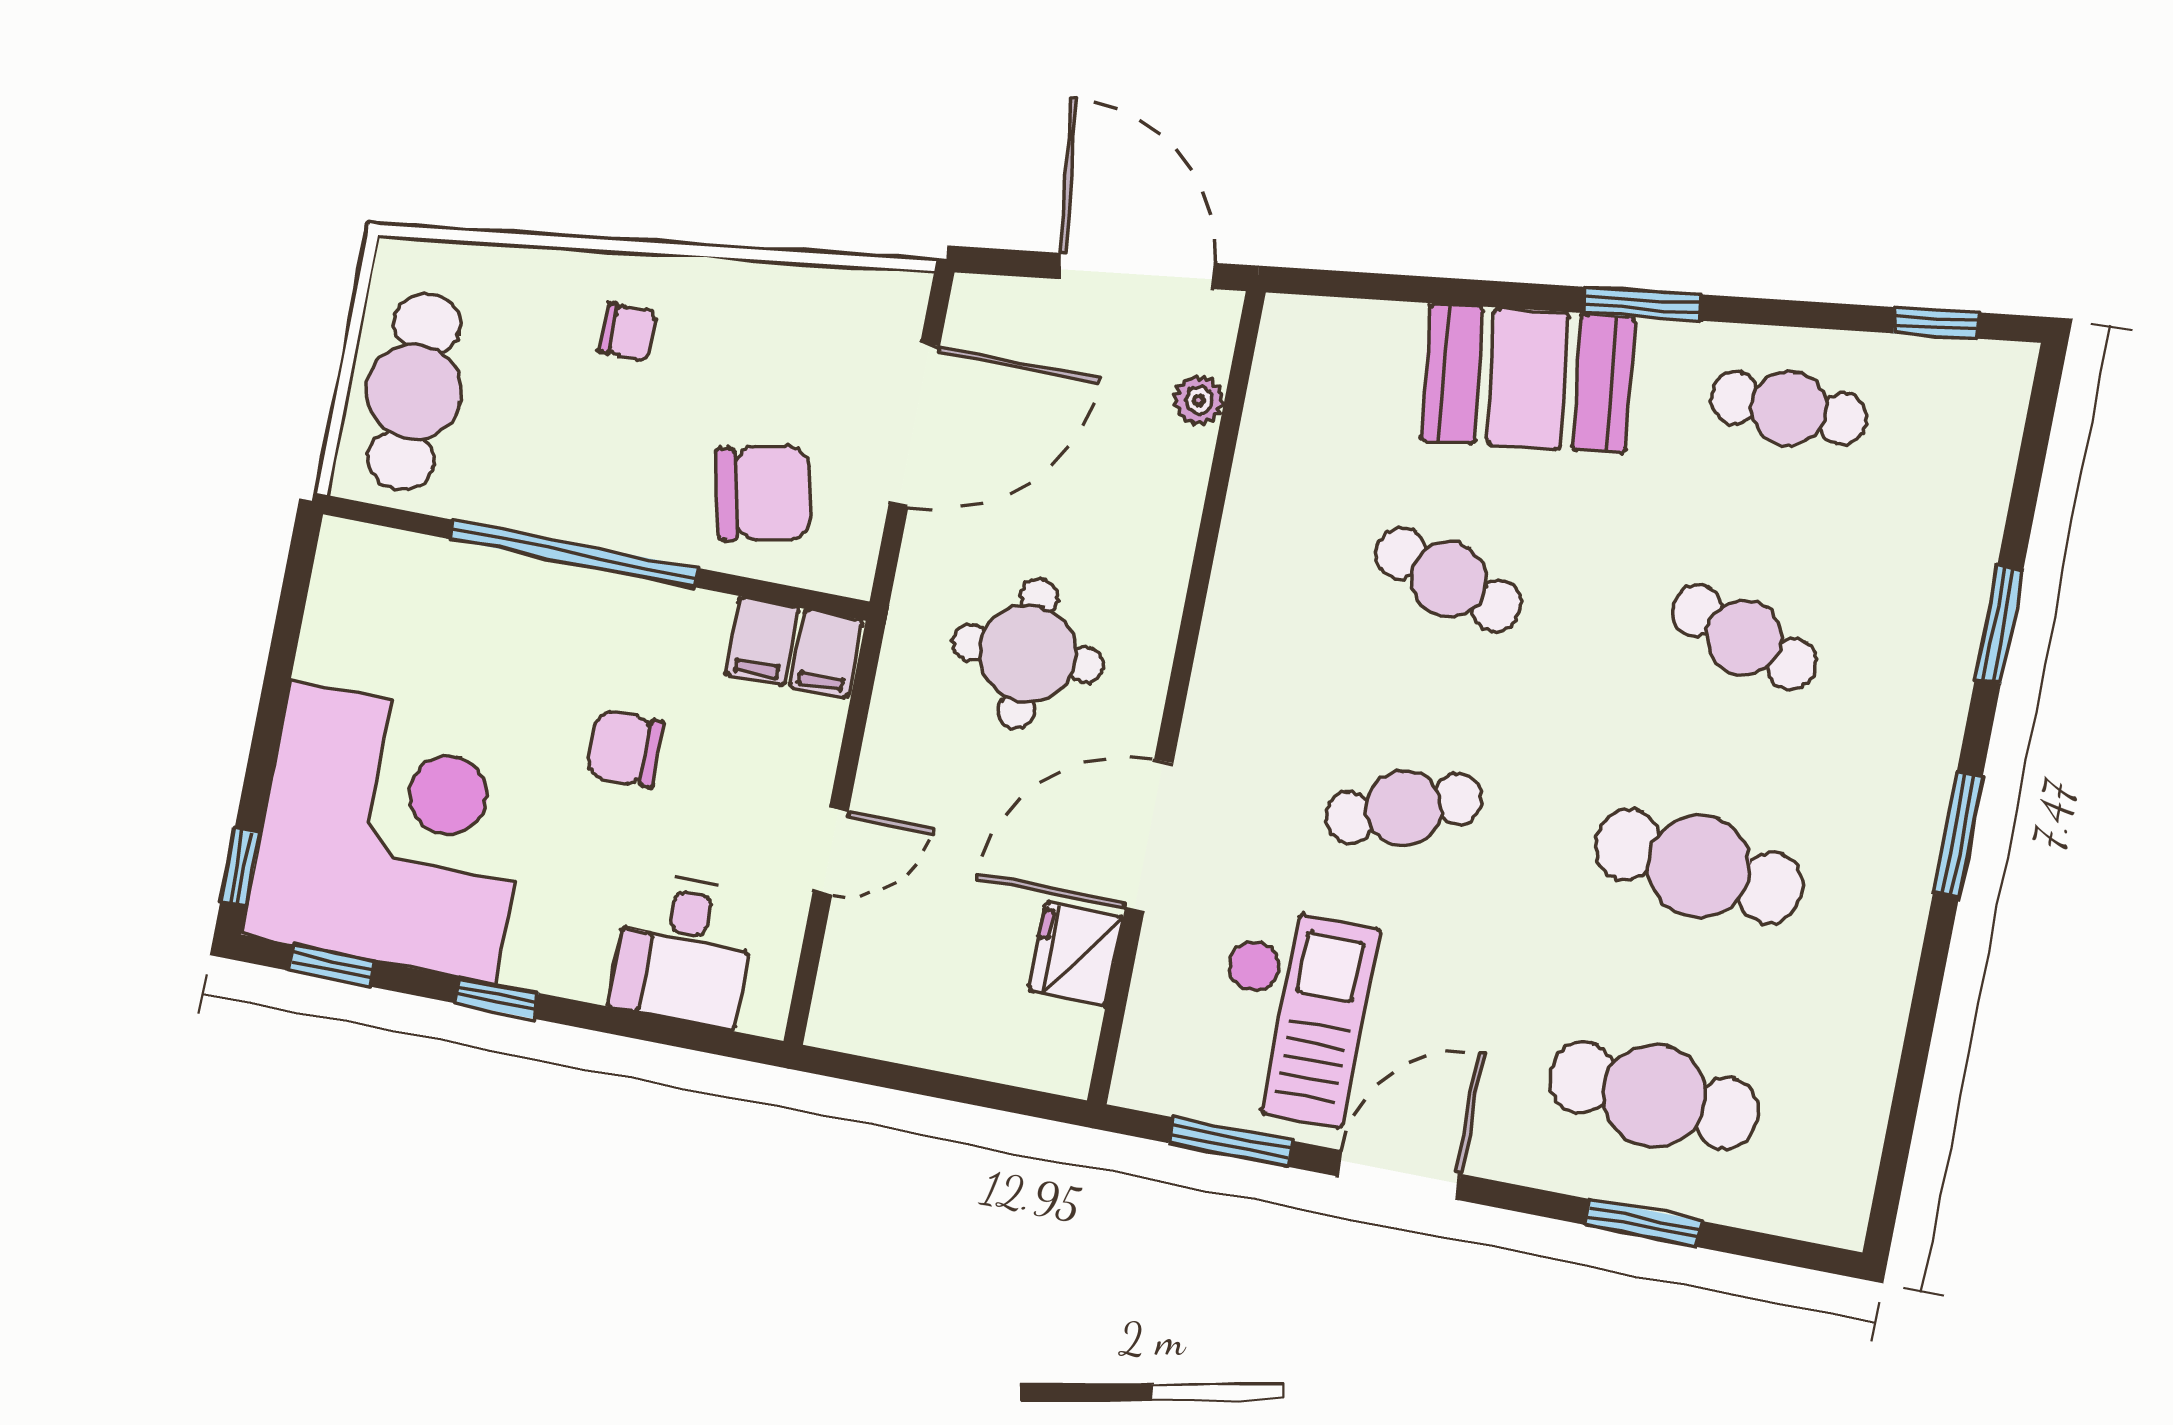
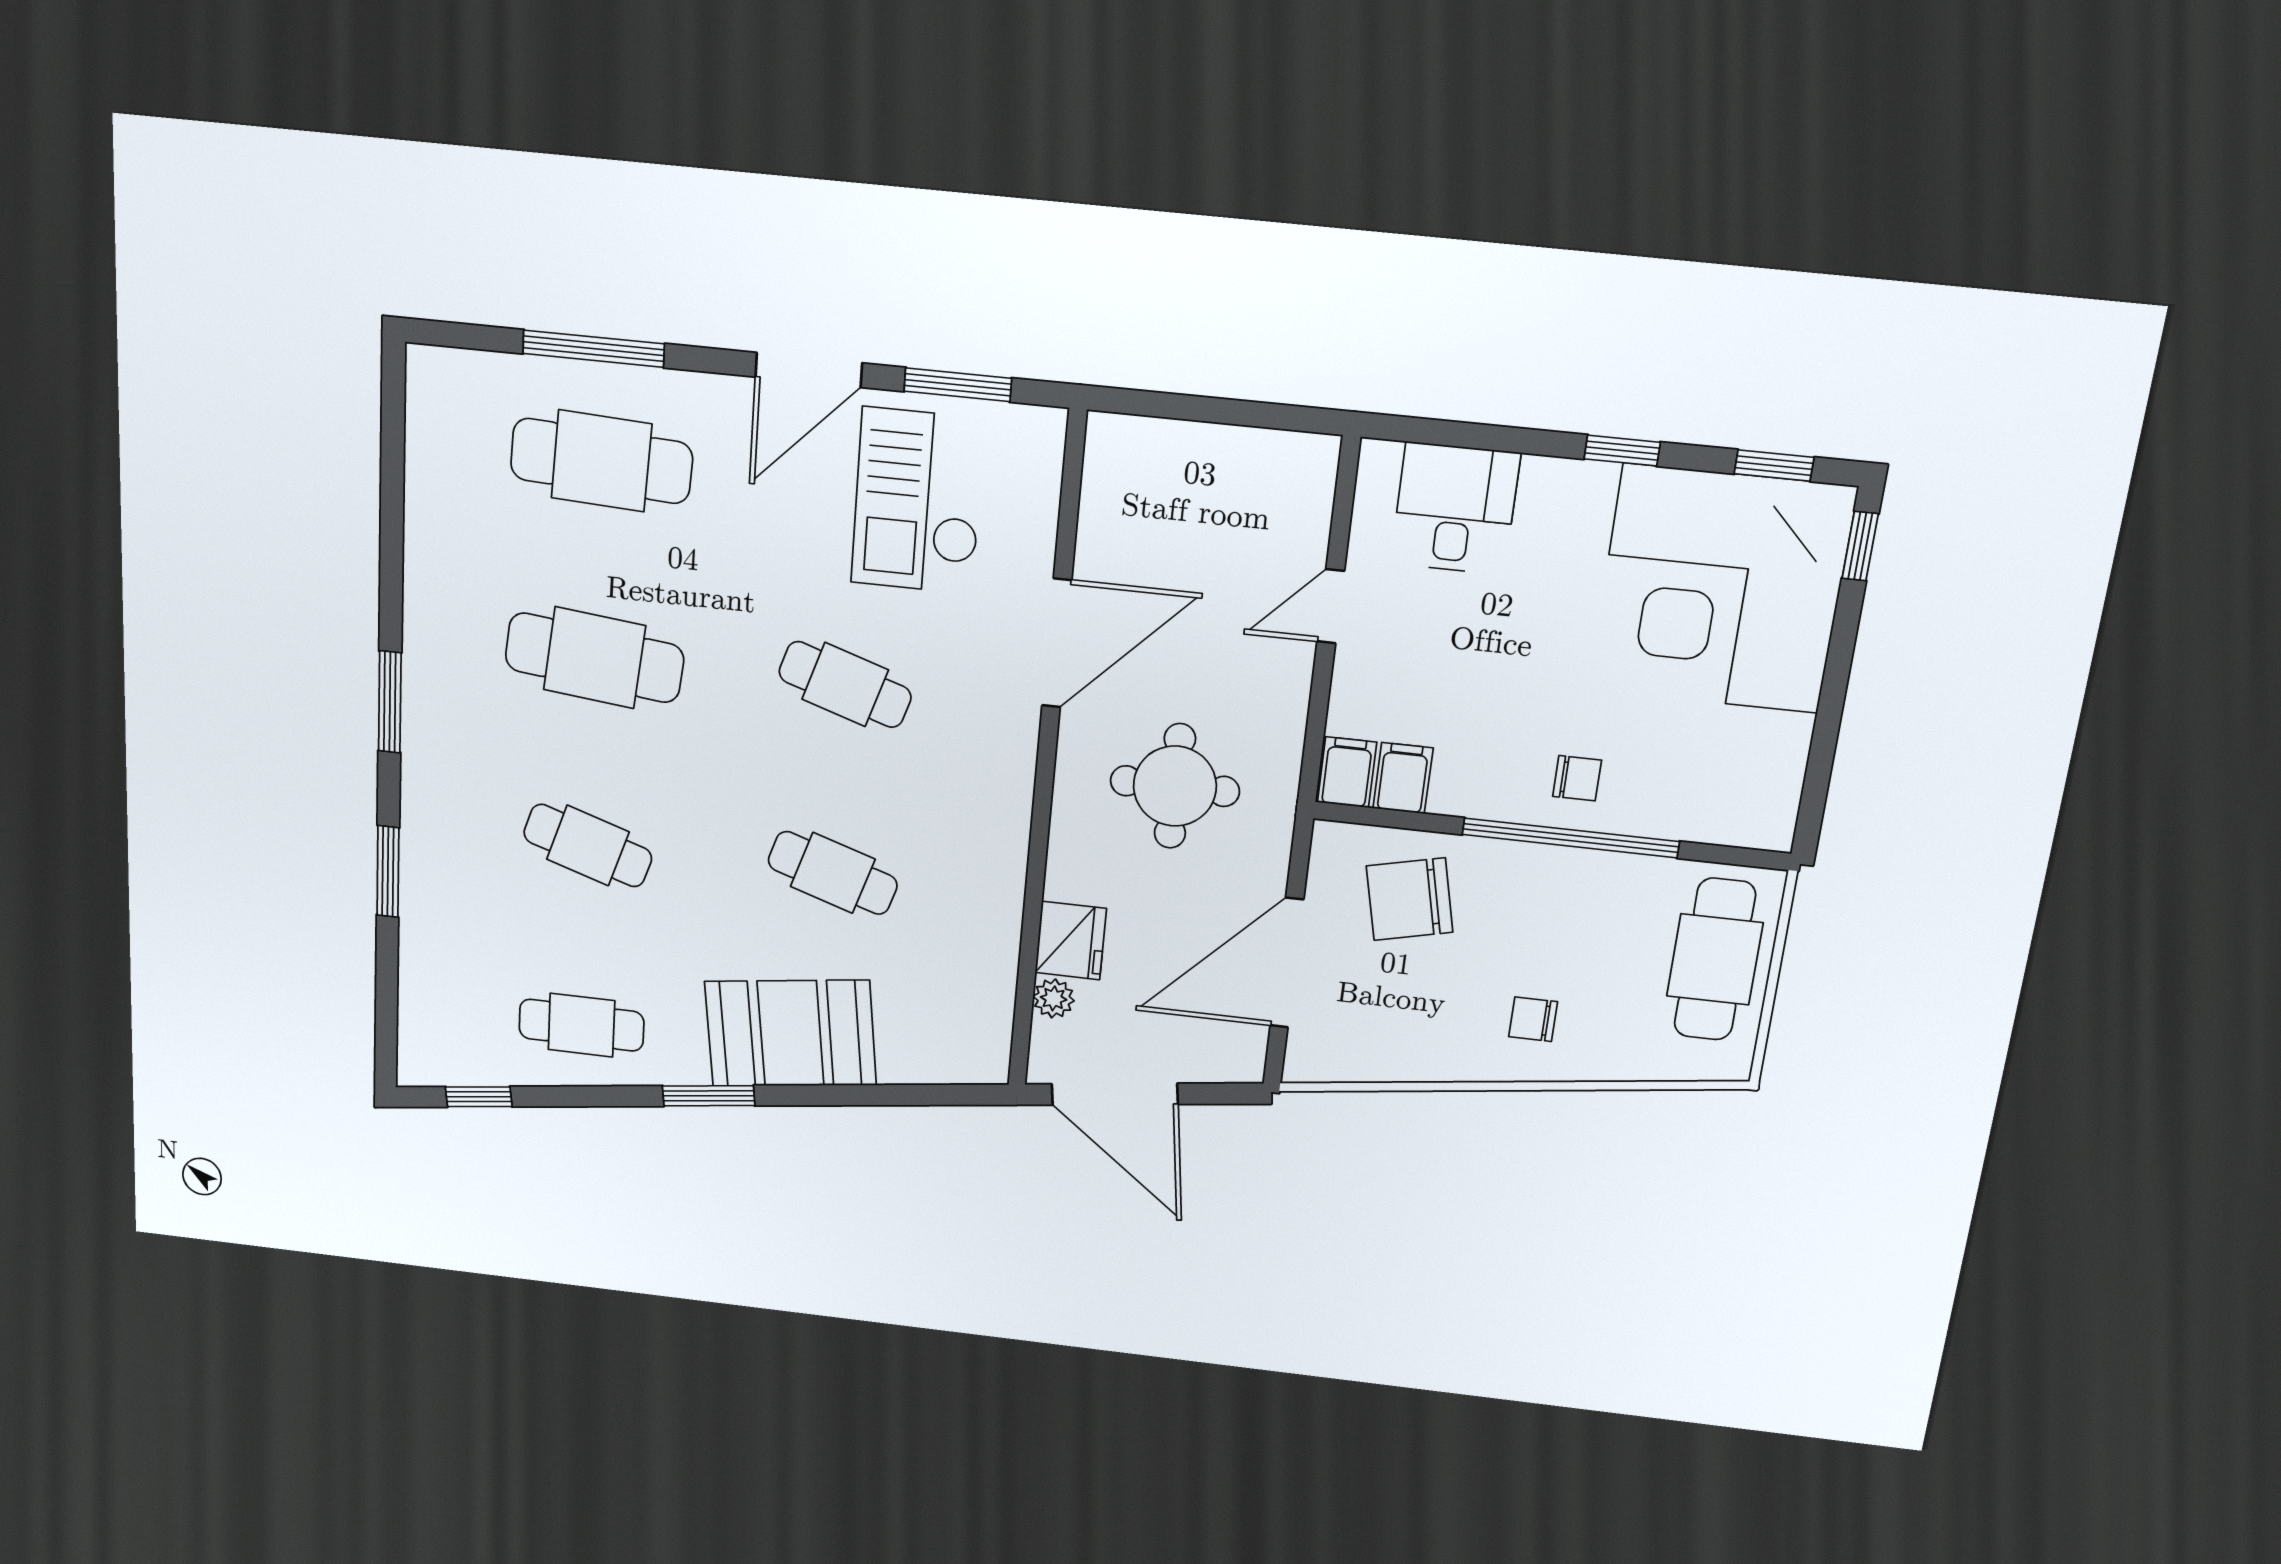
chair: (626, 748) -> (1577, 778), moved, width x0.73, depth x0.73
cafe table: (1404, 808) -> (845, 684), turned 39
fridge: (1076, 954) -> (1071, 941), moved
window: (1643, 1223) -> (594, 349), width x1.44

